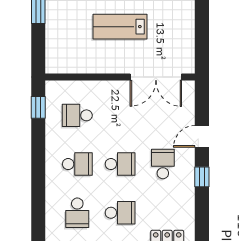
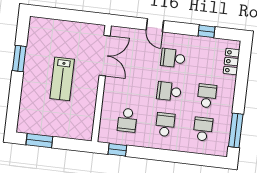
school desk: (120, 164) -> (169, 91), turned -90
window: (202, 177) -> (206, 31), moved
school desk: (77, 213) -> (203, 129), turned -90

